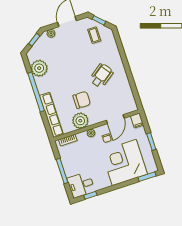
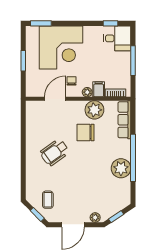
plant: (39, 68) -> (121, 168), moved
row of seats: (51, 115) -> (124, 120), width x0.73
filing cabinet: (137, 121) -> (99, 89), moved

